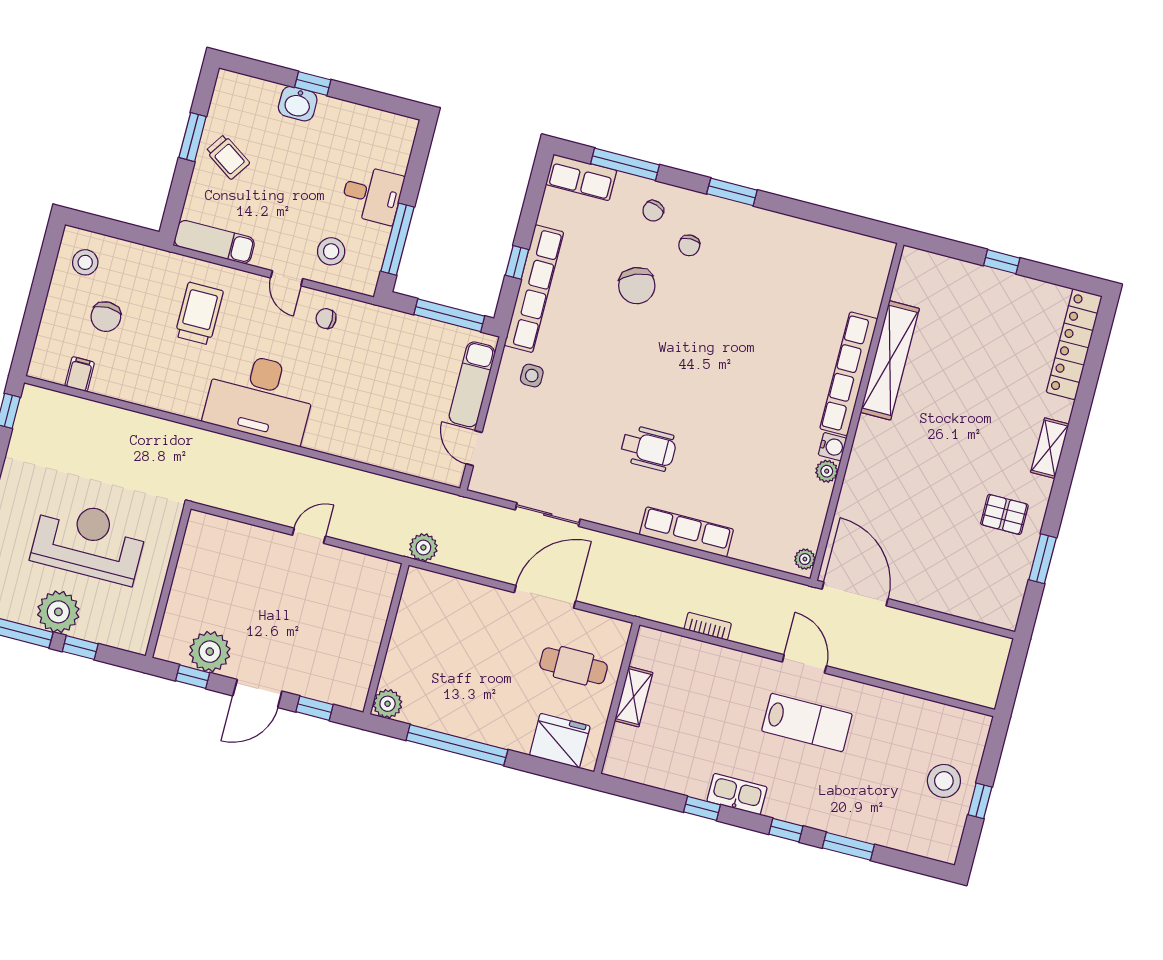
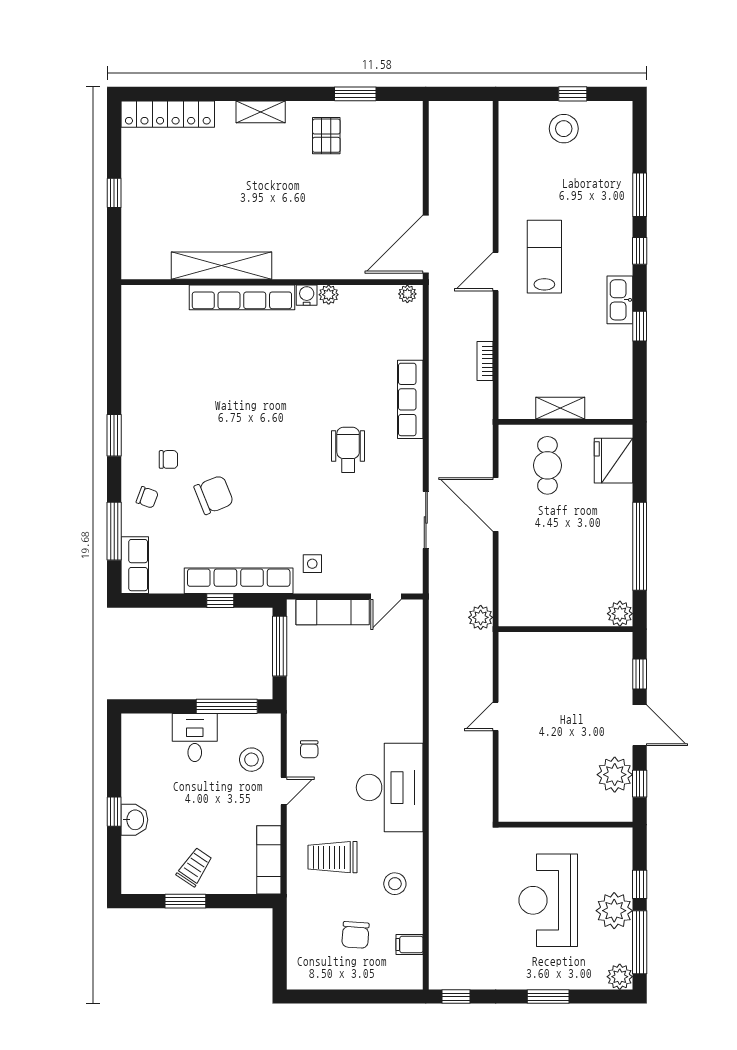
stool: (85, 262) -> (395, 884), moved
chair: (106, 317) -> (355, 935), turned 94
door: (309, 536) -> (496, 716), hinge flipped

